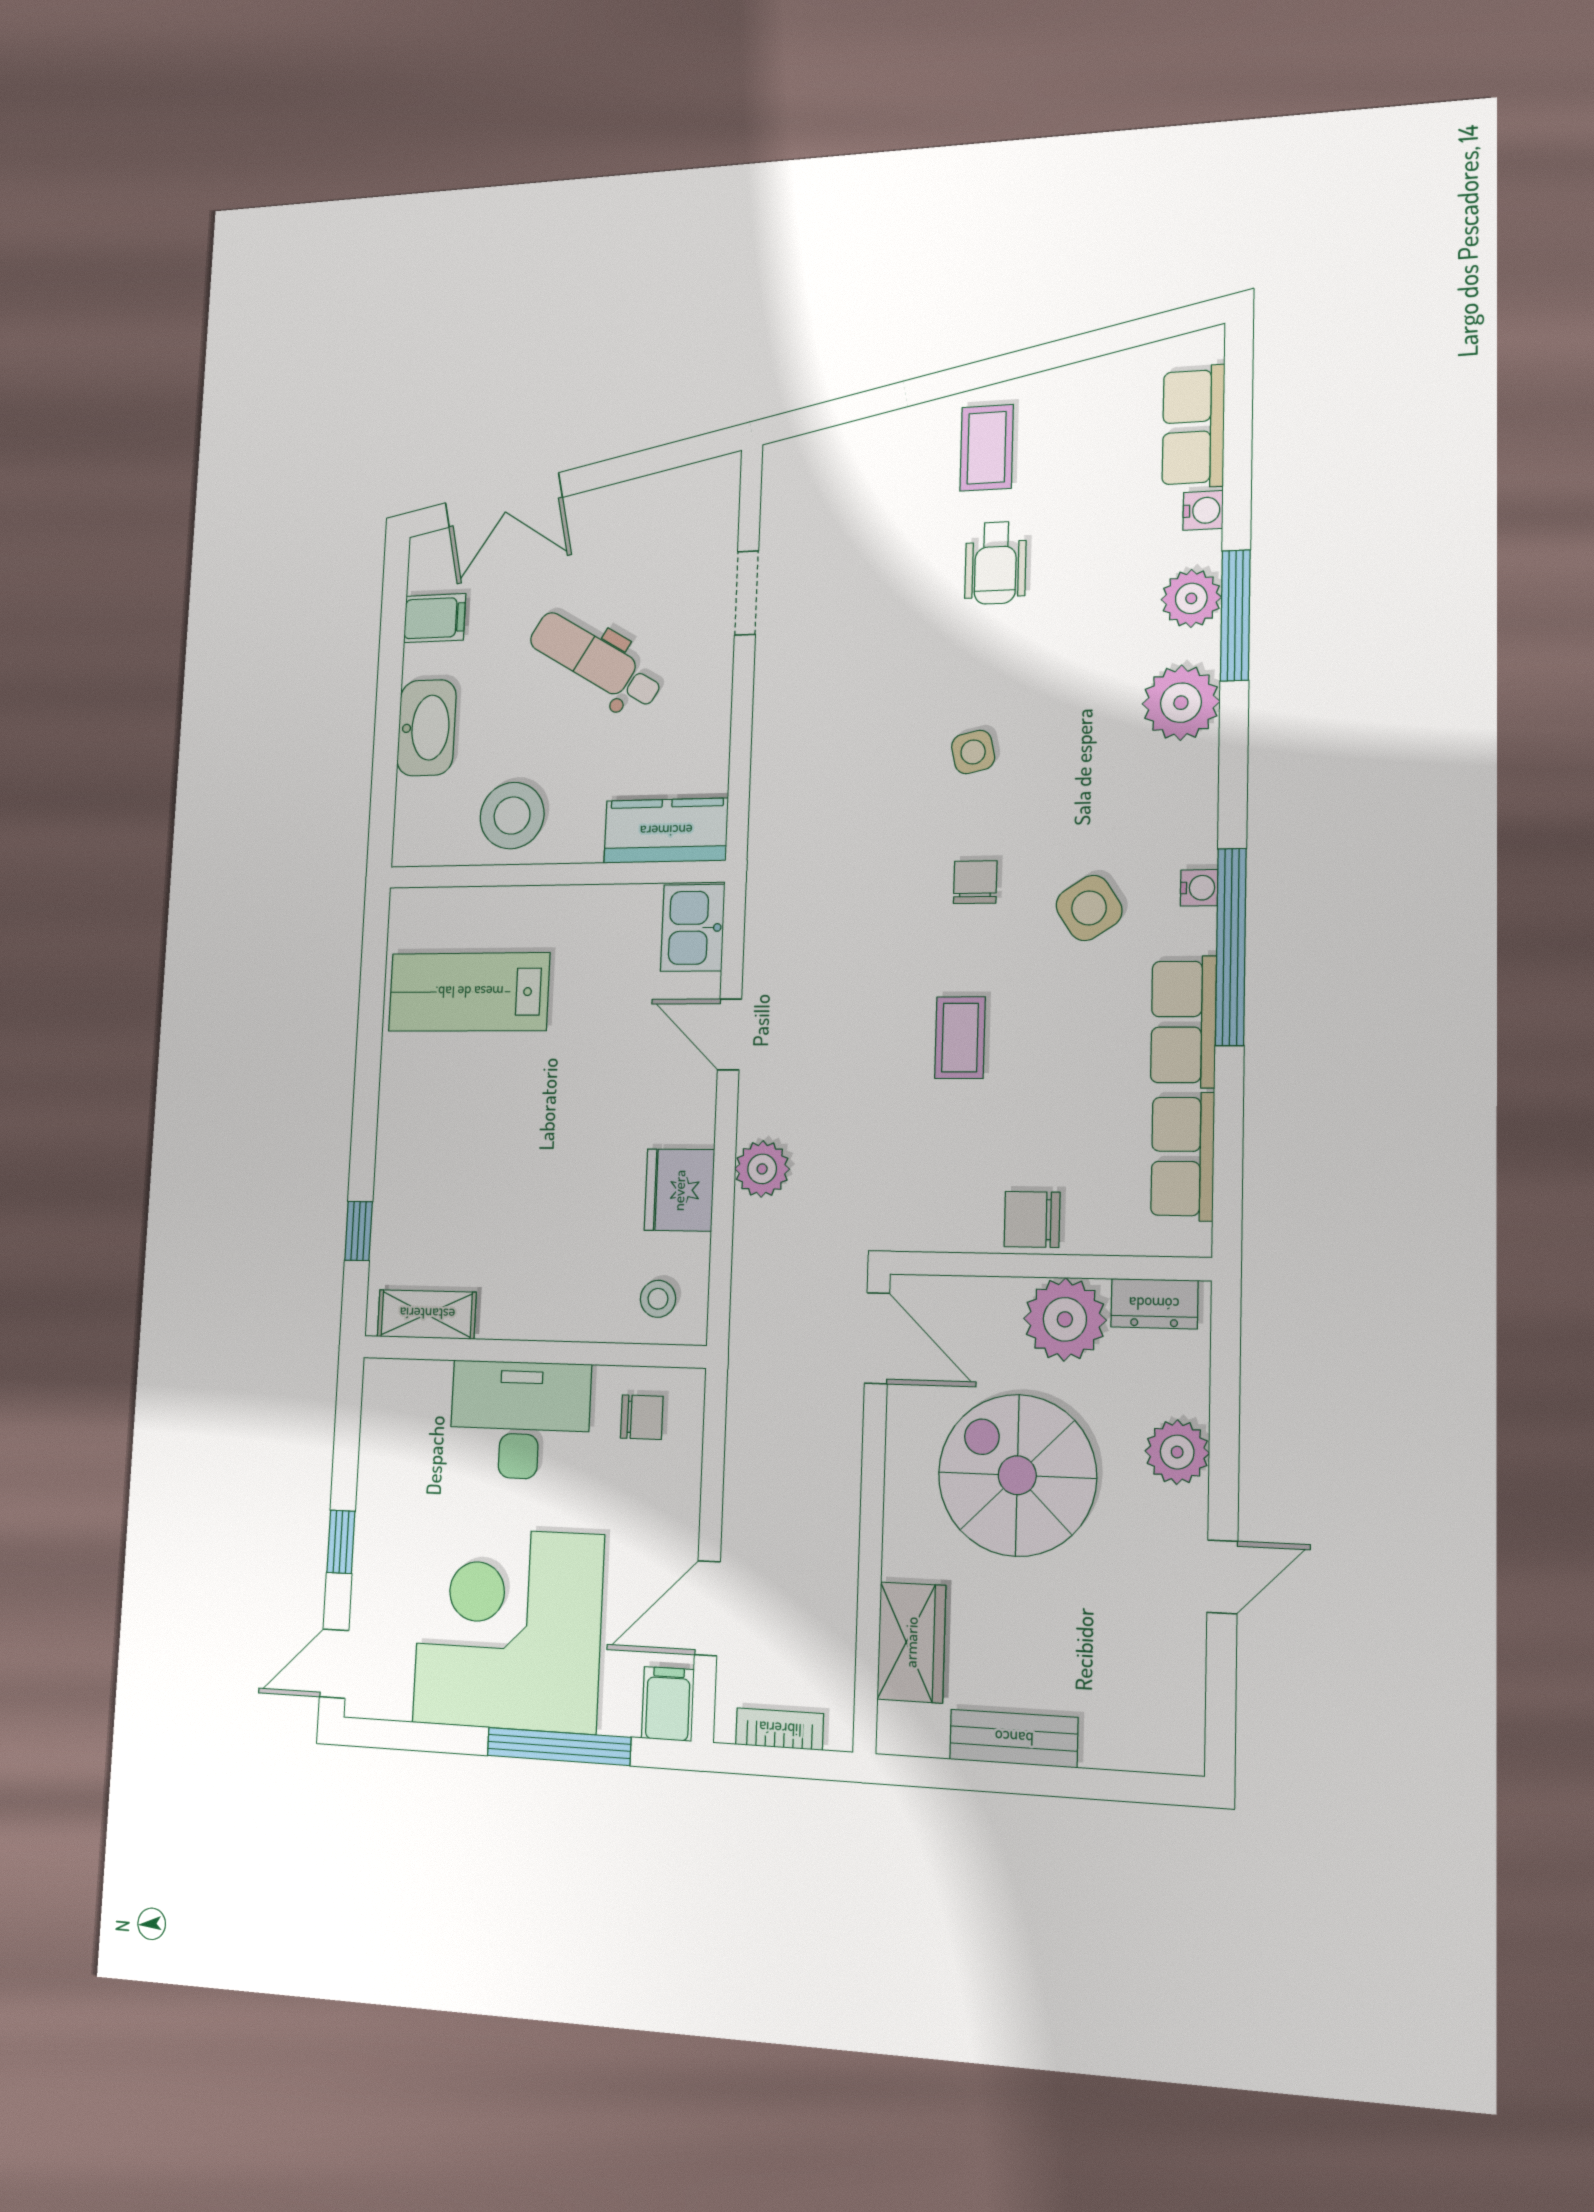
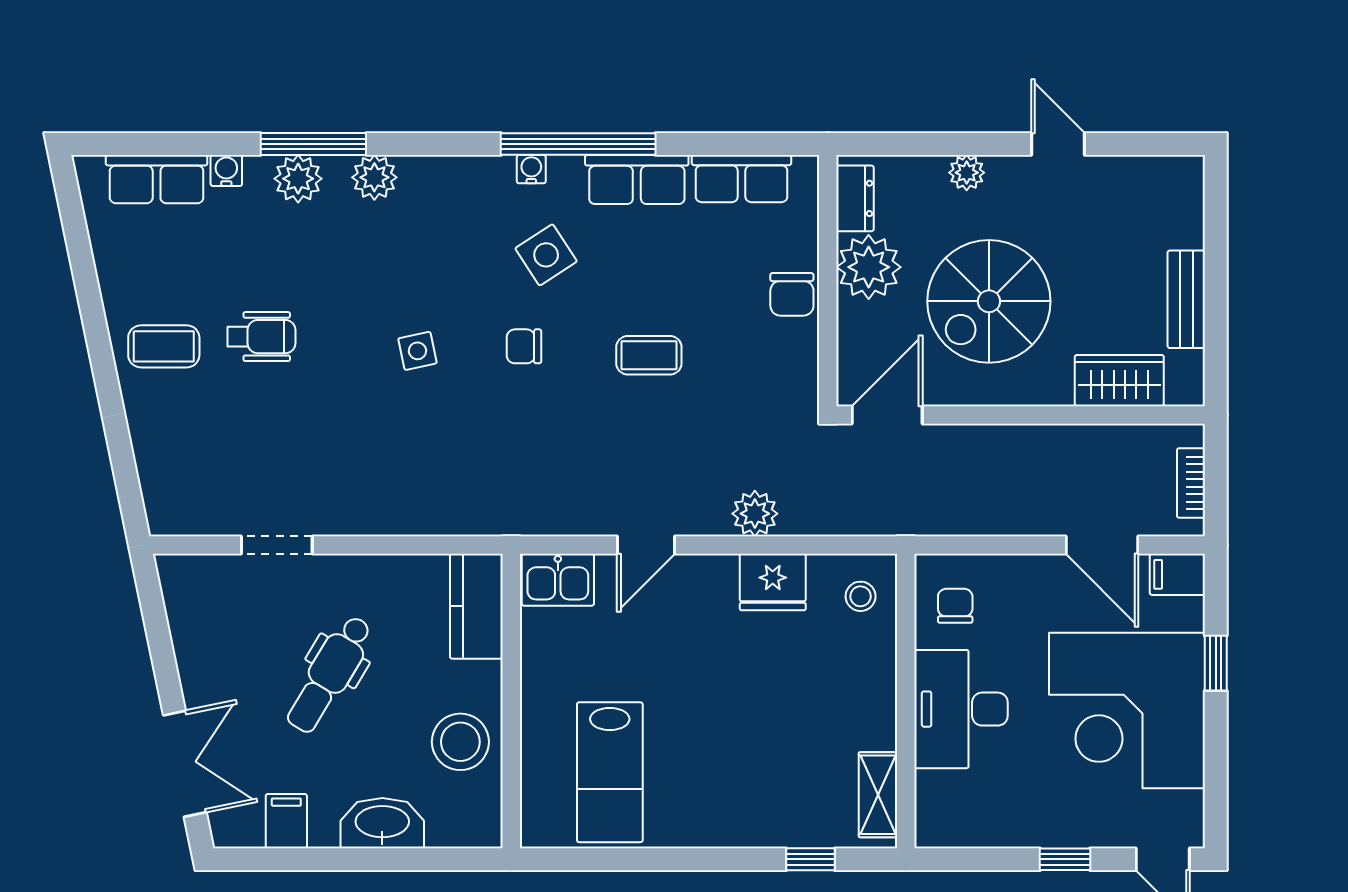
plant: (1181, 703) -> (374, 177), width x0.73, depth x0.73
plant: (1177, 1452) -> (967, 173), width x0.73, depth x0.73
window: (559, 1746) -> (1216, 663), width x0.46

